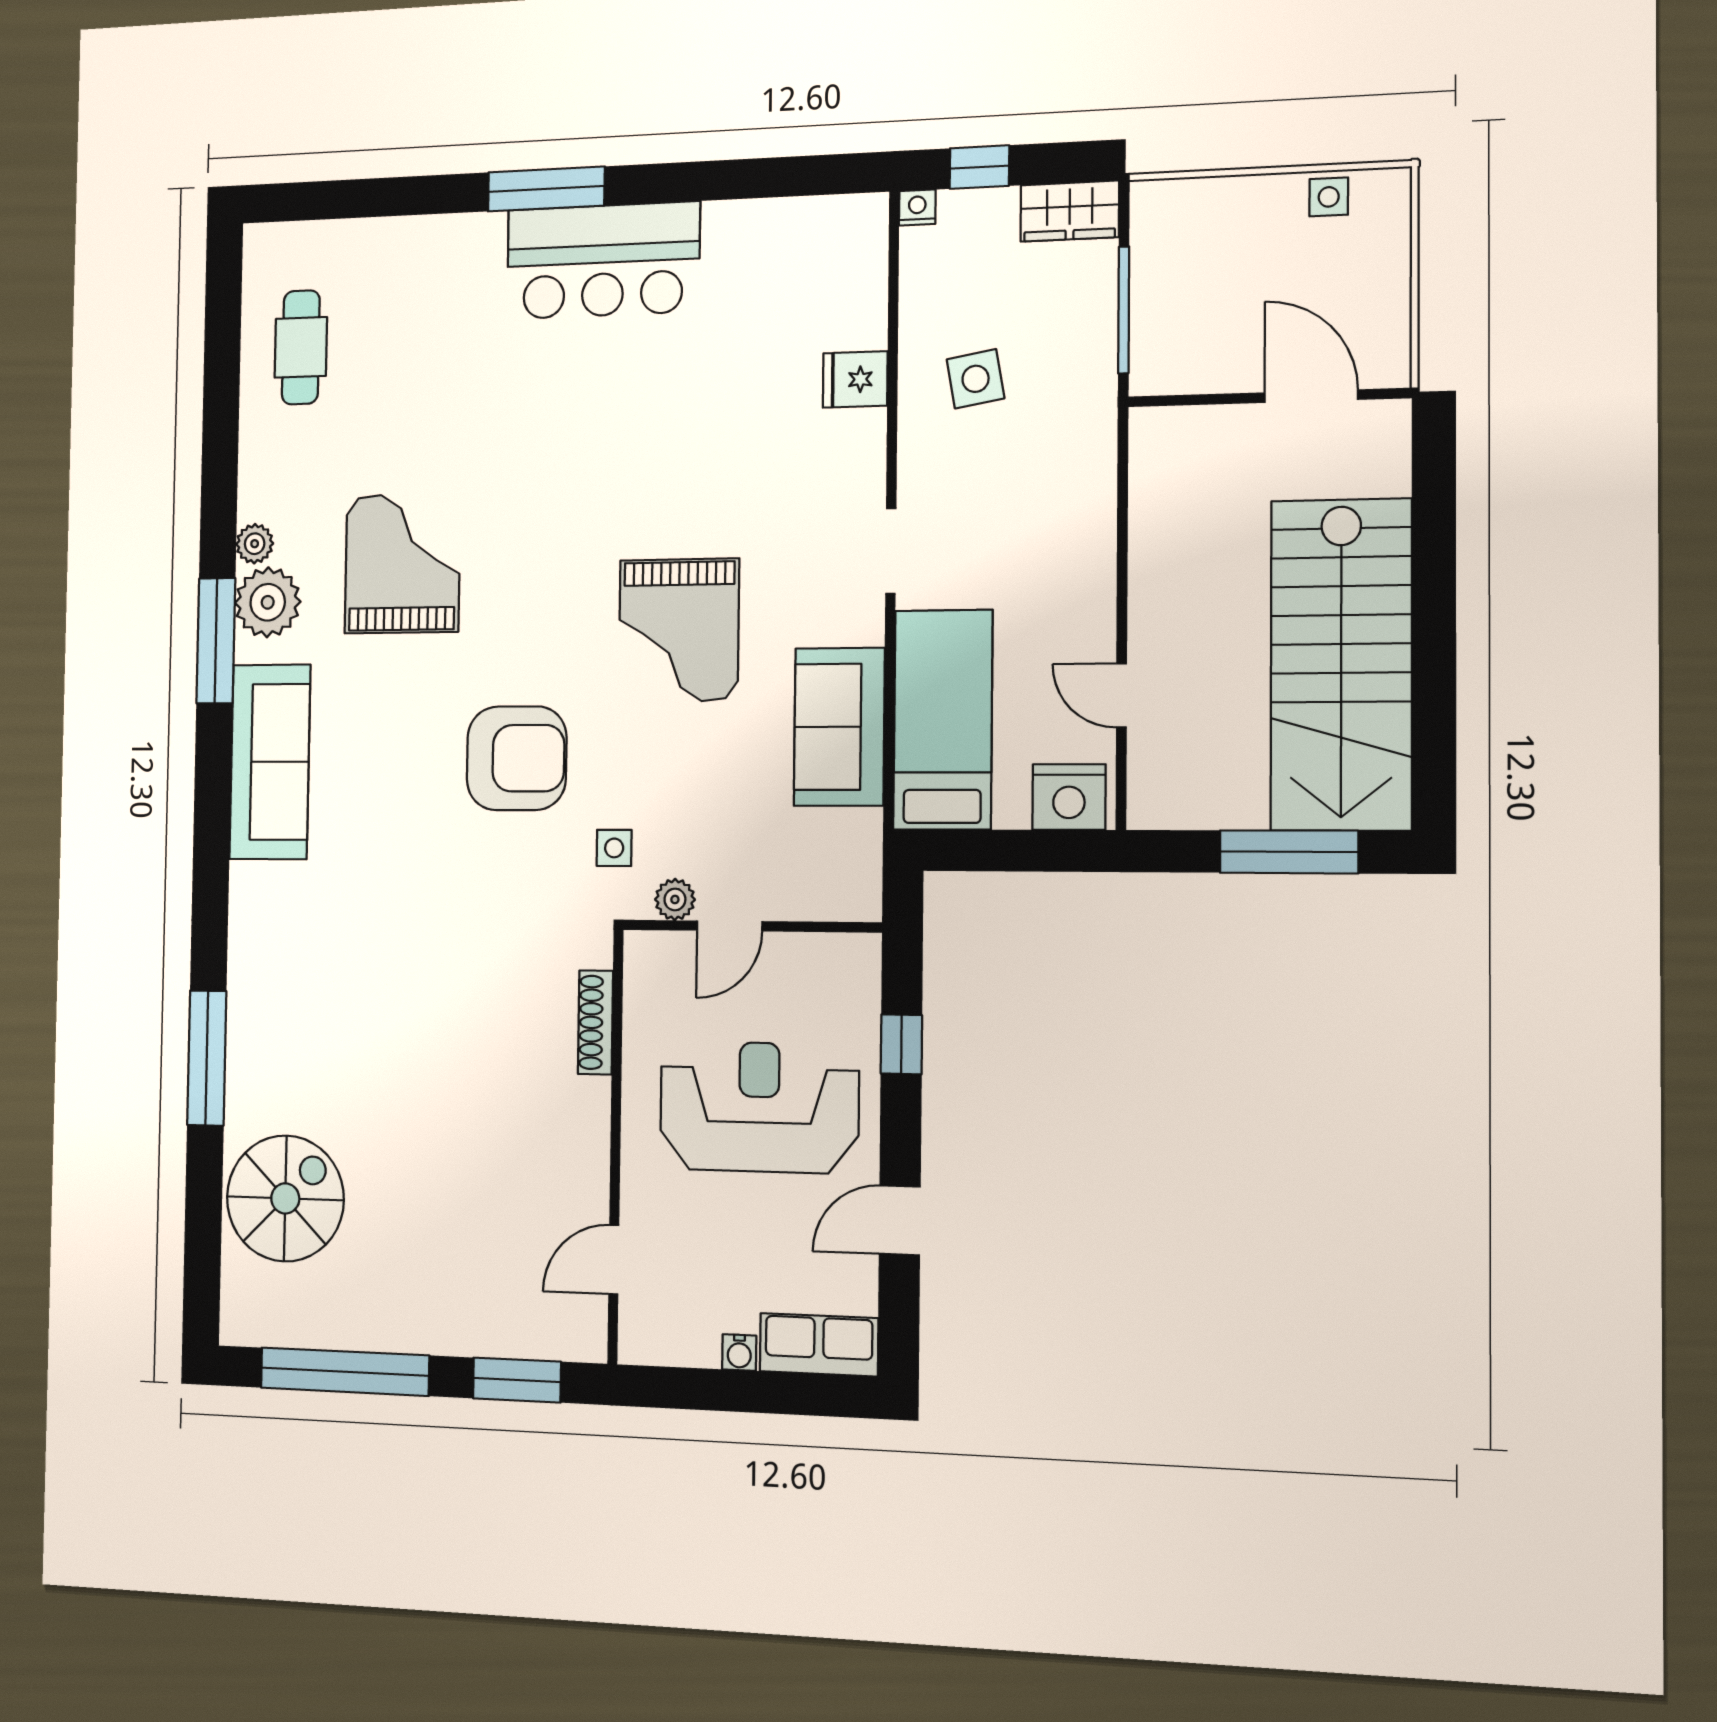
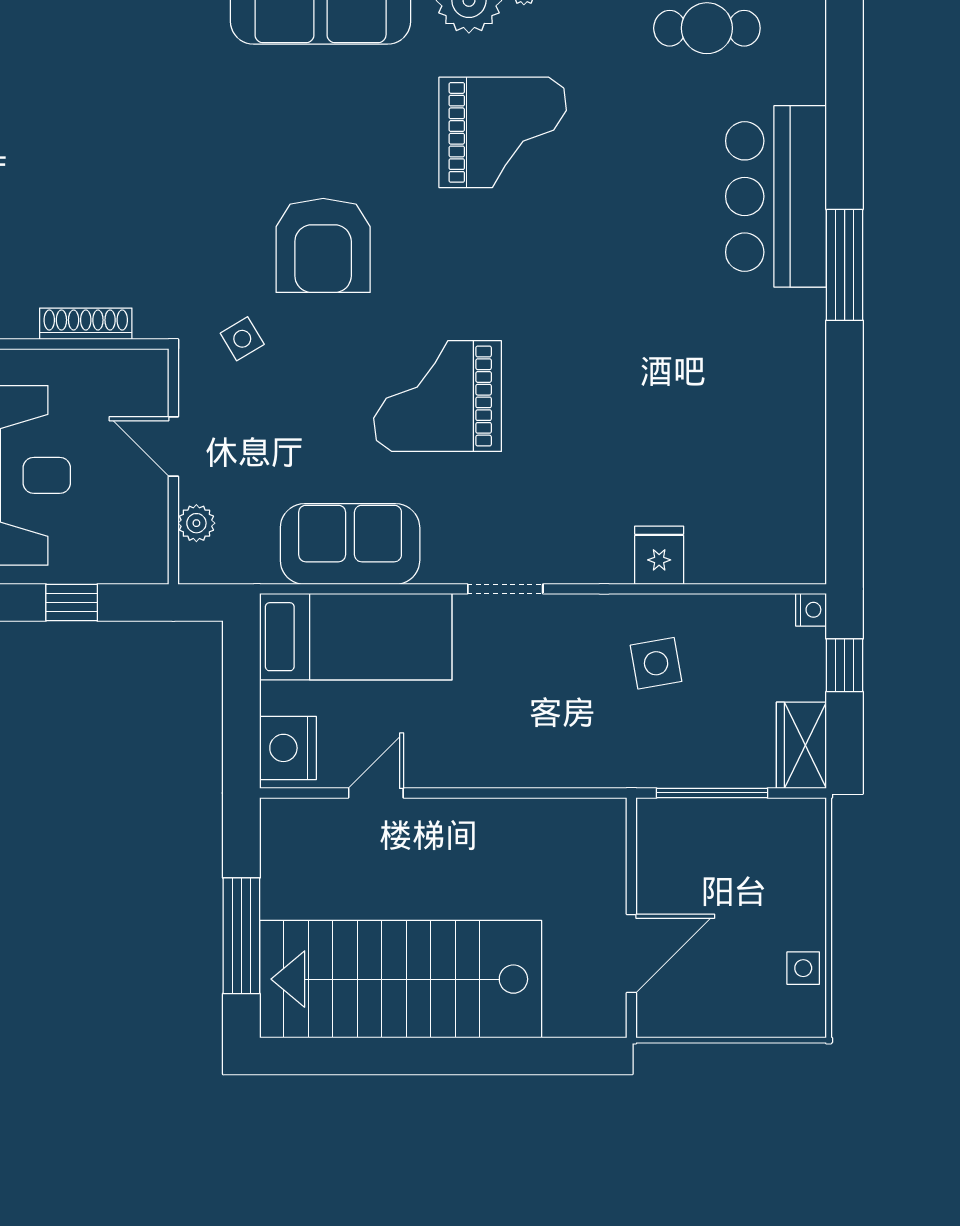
bar counter: (603, 261) -> (776, 196), moved
side table: (614, 848) -> (242, 339), turned -31
plant: (675, 899) -> (196, 523), moved

